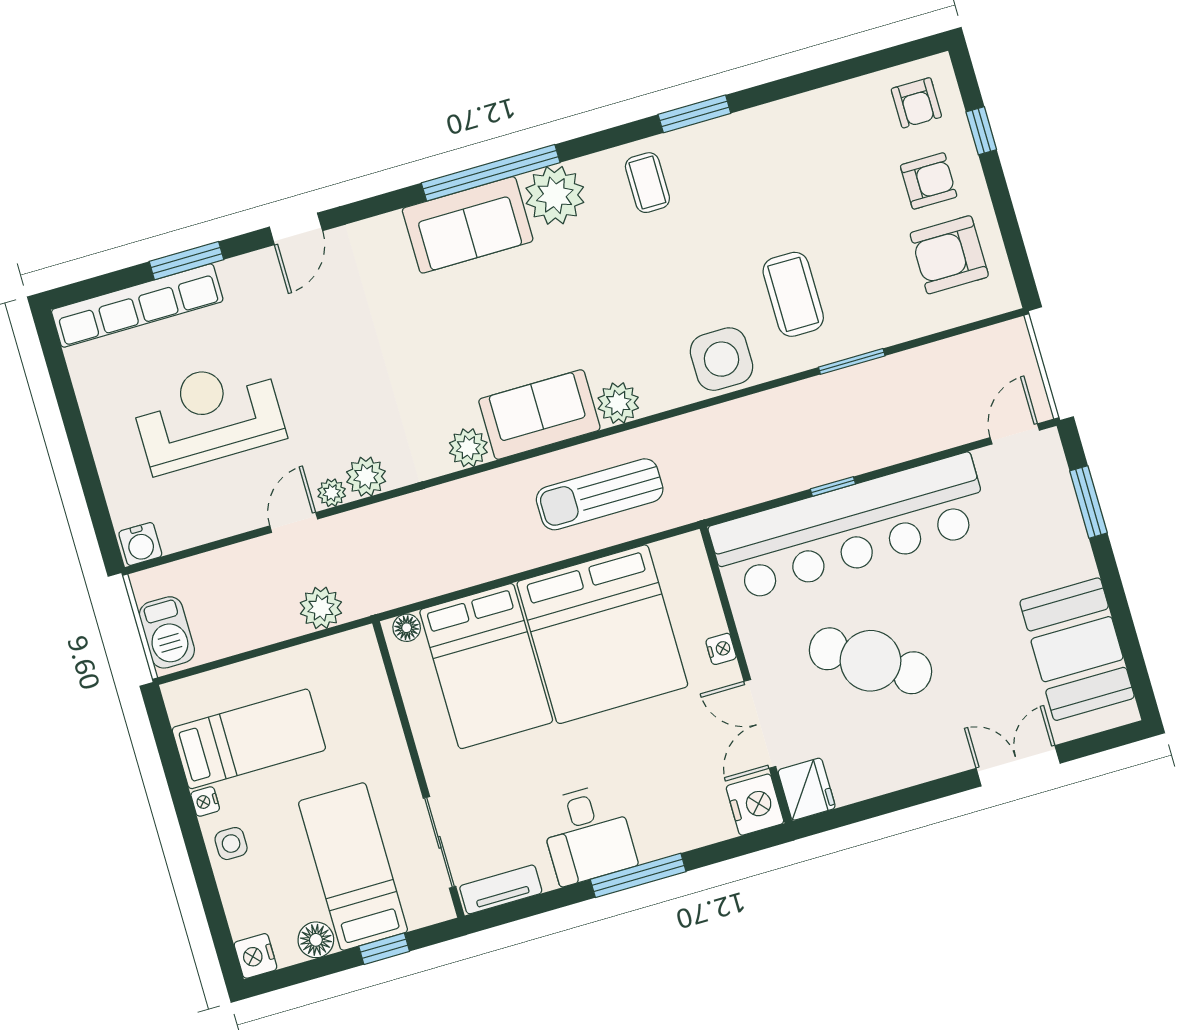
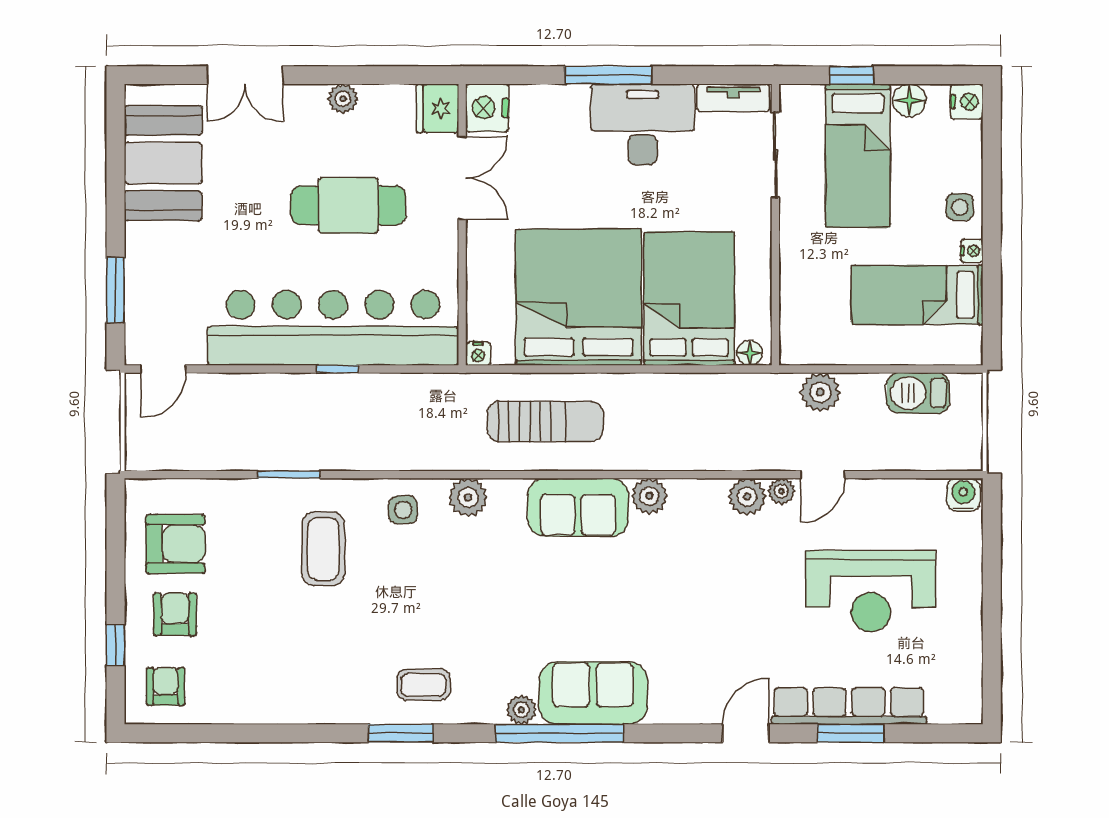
window: (694, 114) -> (401, 733), moved
armchair: (929, 181) -> (175, 614), turned 90
coffee table: (647, 183) -> (424, 685), turned 90
plant: (555, 195) -> (521, 710), width x0.53, depth x0.53
row of seats: (137, 306) -> (849, 706), moved
side table: (721, 359) -> (403, 510), width x0.54, depth x0.54
plant: (618, 403) -> (468, 497), moved
barbecue: (167, 632) -> (918, 393), moved, turned -90
nightstand: (721, 649) -> (478, 354), moved, turned -90
cafe table: (870, 661) -> (348, 205), turned -32
plant: (908, 771) -> (343, 99), added
desk: (587, 834) -> (643, 125), width x1.37

